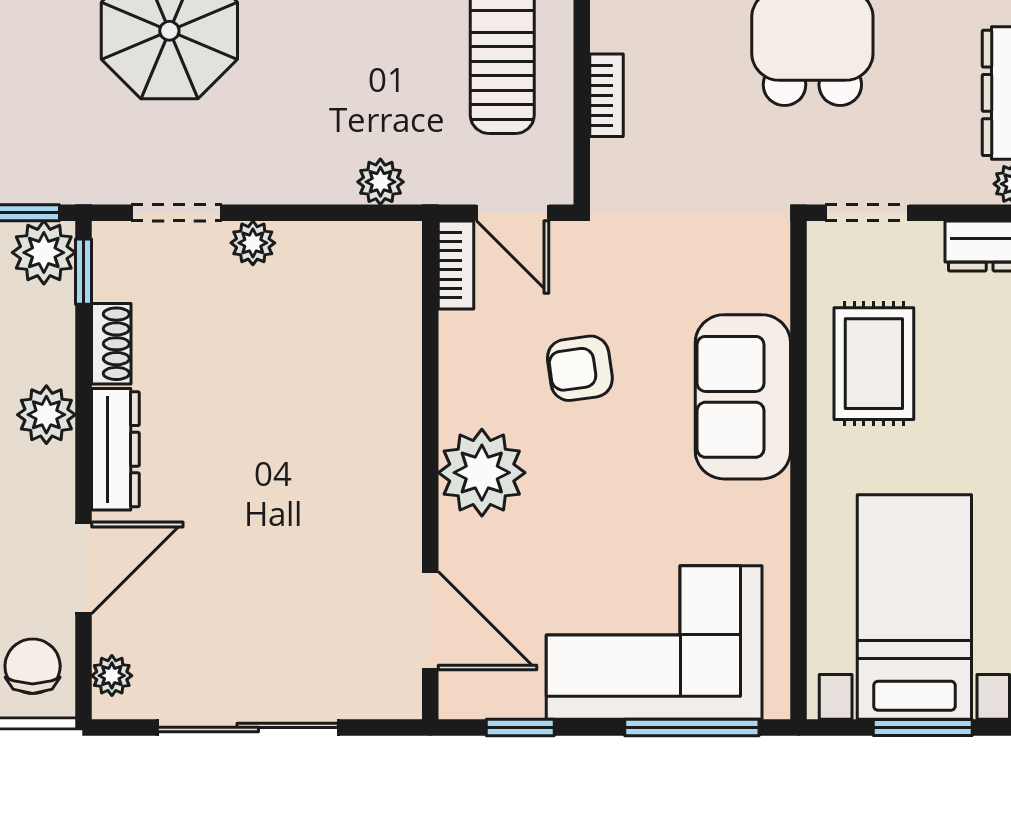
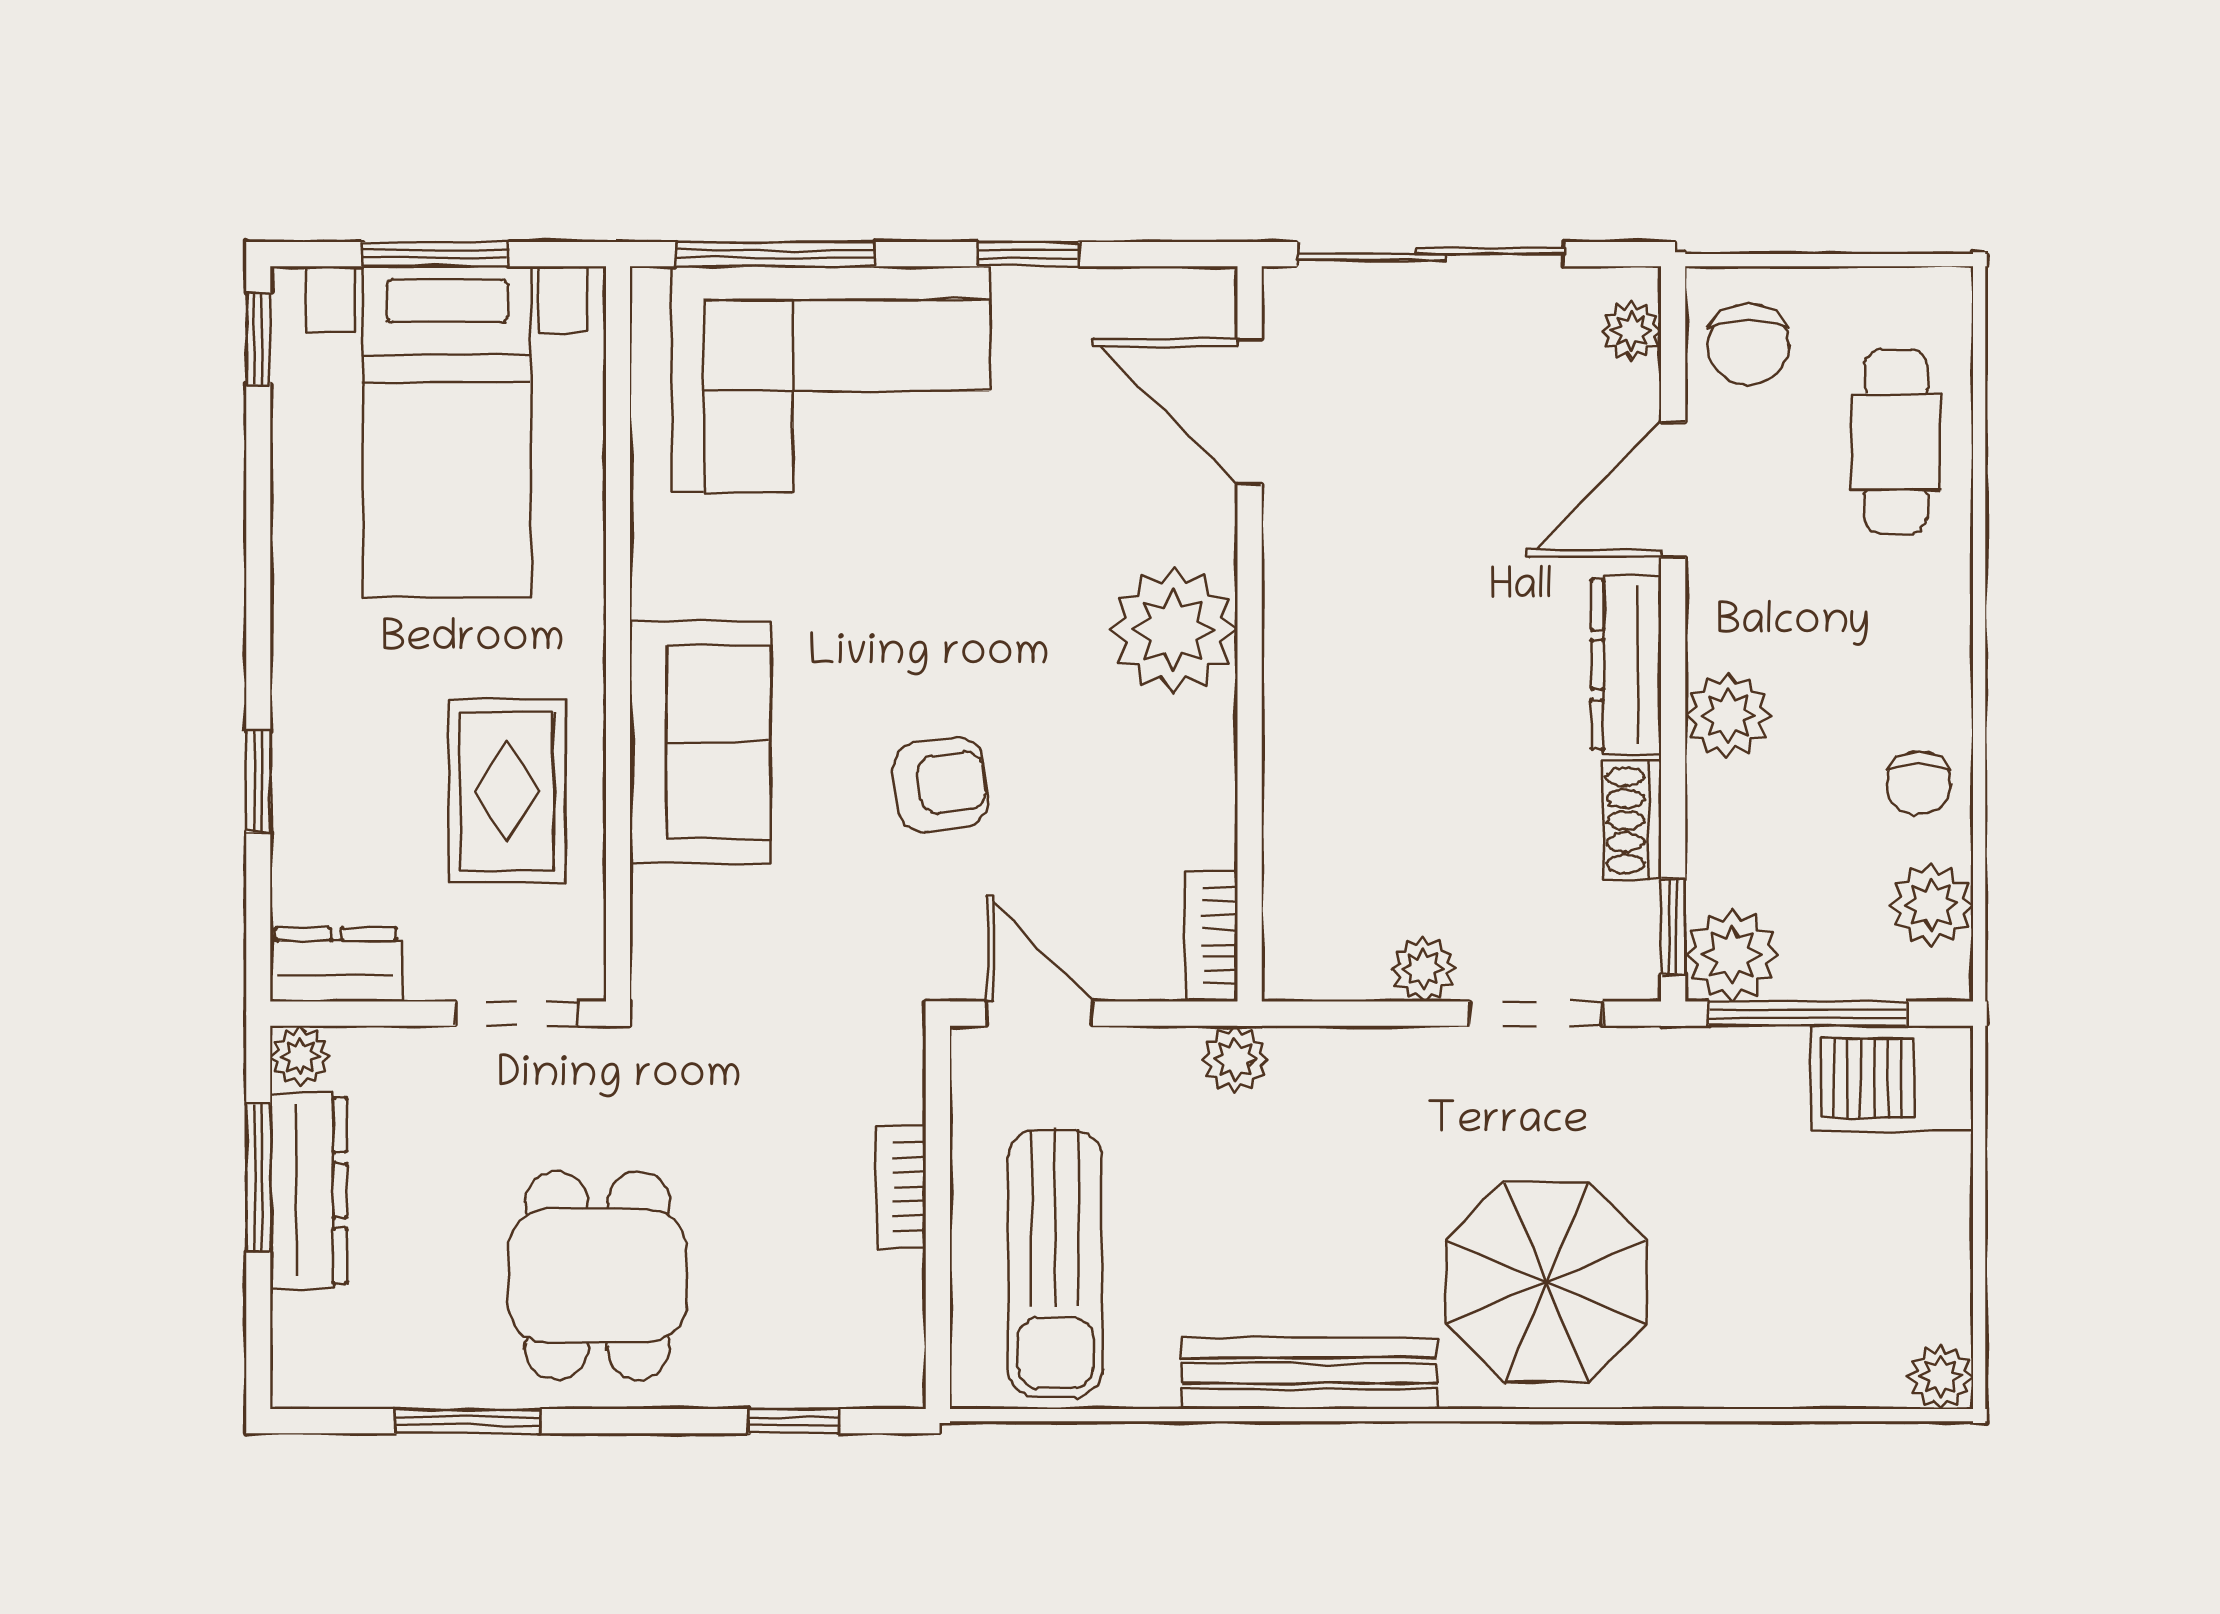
bookcase: (456, 265) -> (1212, 936), moved
wall: (430, 470) -> (1250, 634), moved
plant: (482, 473) -> (1173, 630), moved
door: (430, 621) -> (1250, 412), moved

